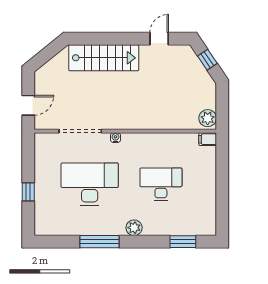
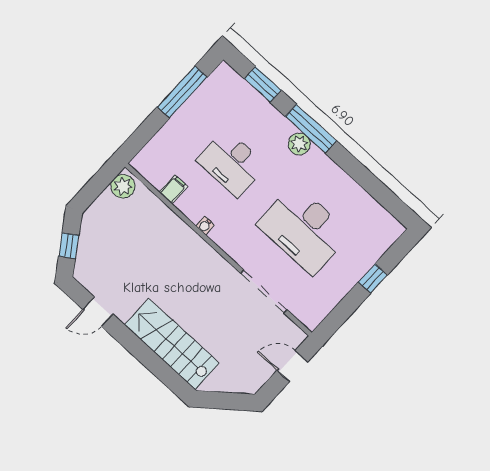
water cooler: (115, 138) -> (205, 226), moved
filing cabinet: (208, 139) -> (173, 189), moved, turned -90
window: (222, 198) -> (182, 92), added
window: (99, 242) -> (311, 129), moved

